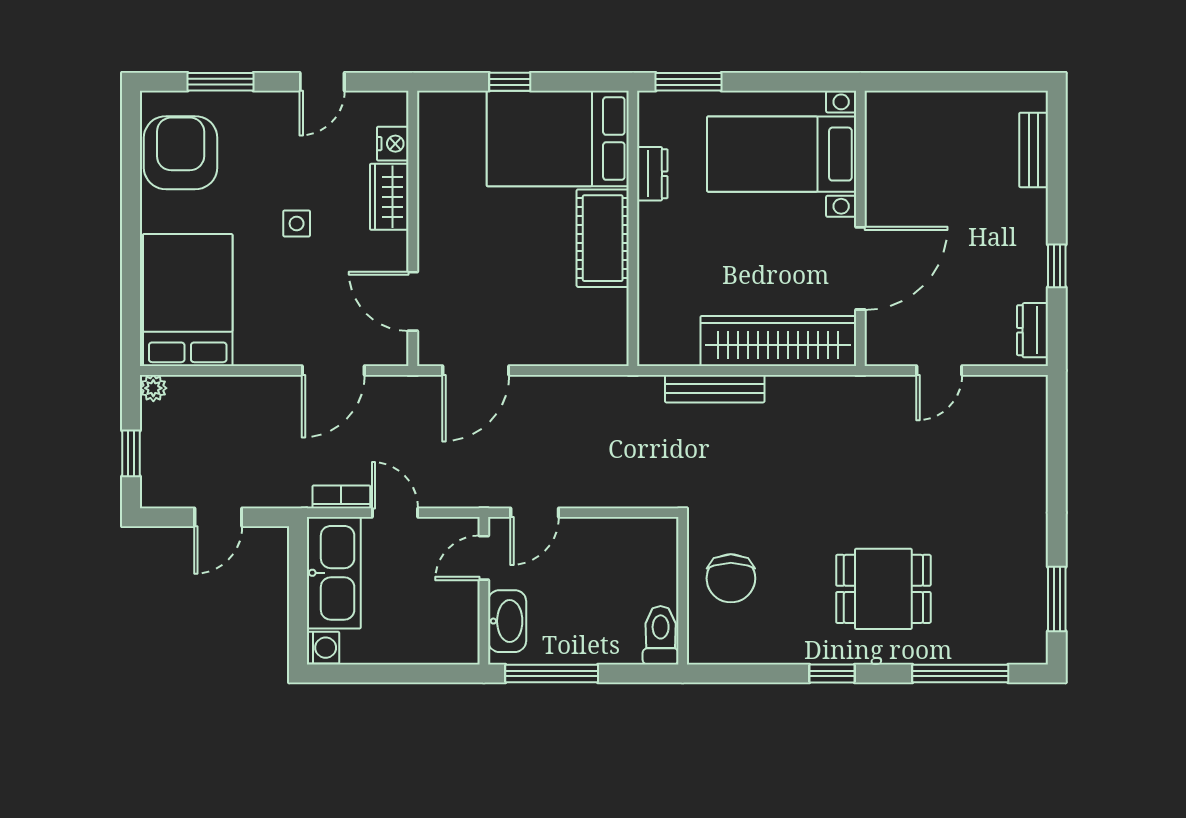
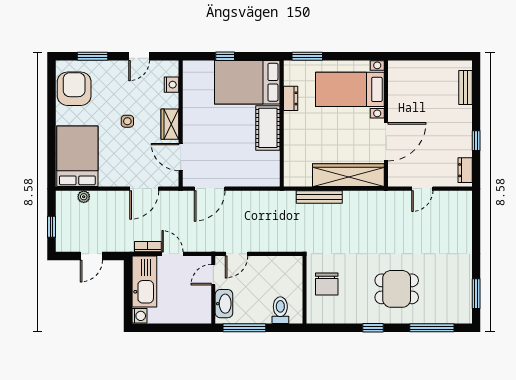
wardrobe: (389, 197) -> (170, 124), moved
plant: (153, 388) -> (84, 197), moved
toilet: (661, 635) -> (280, 310), moved

